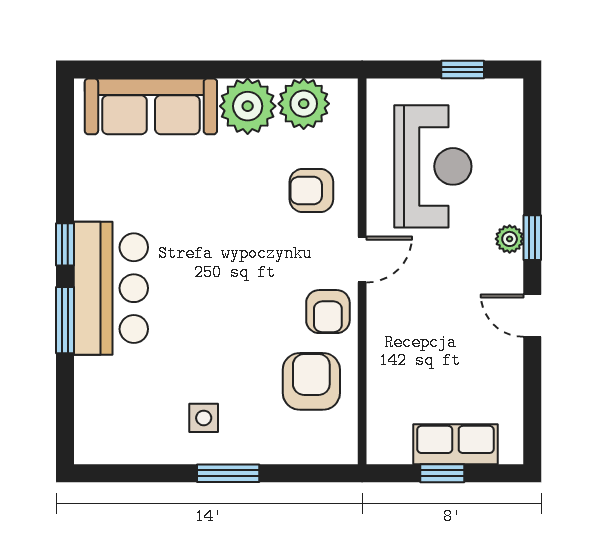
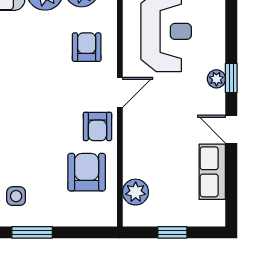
armchair: (311, 190) -> (87, 47), turned 90
plant: (386, 412) -> (136, 192), added
row of seats: (455, 444) -> (212, 172), moved, turned -90

